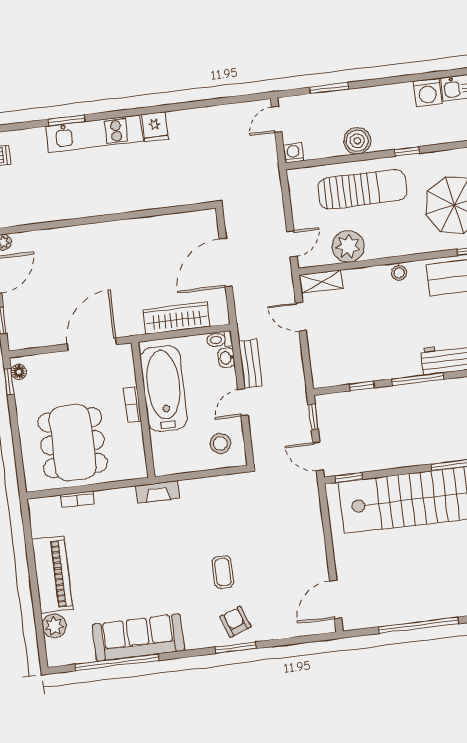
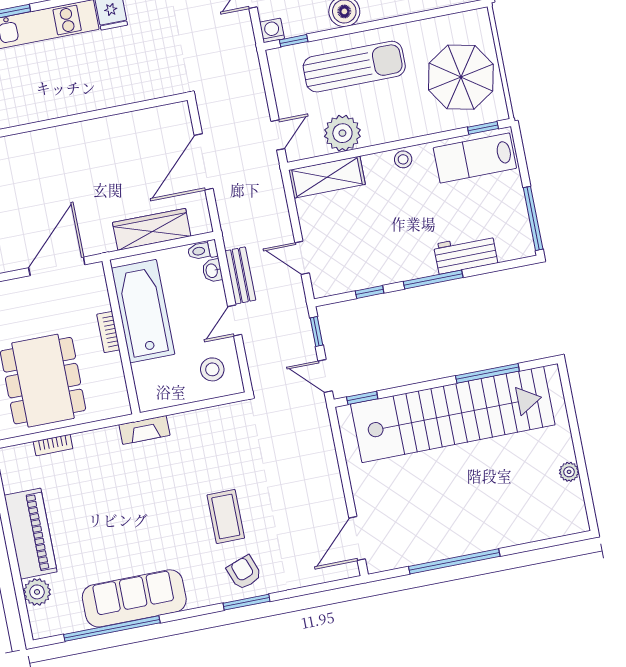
window: (407, 151) -> (294, 41), moved
shelving: (321, 282) -> (327, 177), width x1.50, depth x1.33
door: (301, 317) -> (302, 258), moved
coffee table: (223, 572) -> (226, 517), width x1.36, depth x1.30

